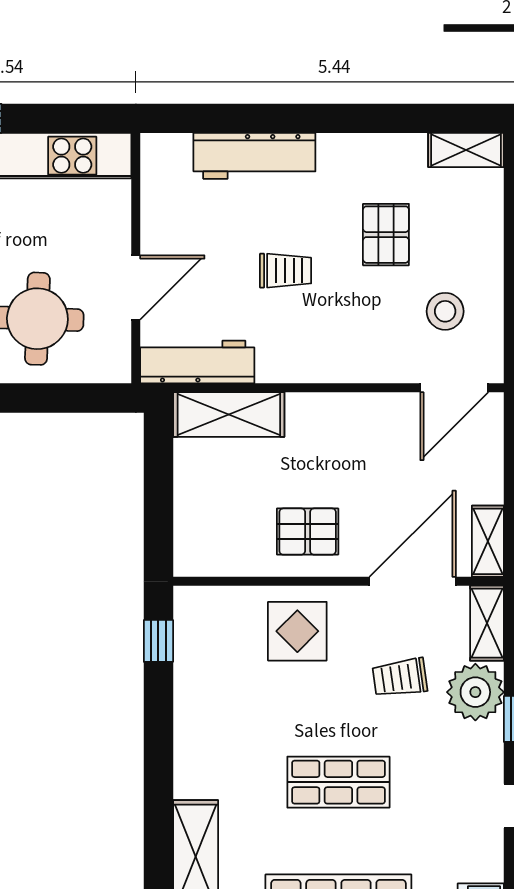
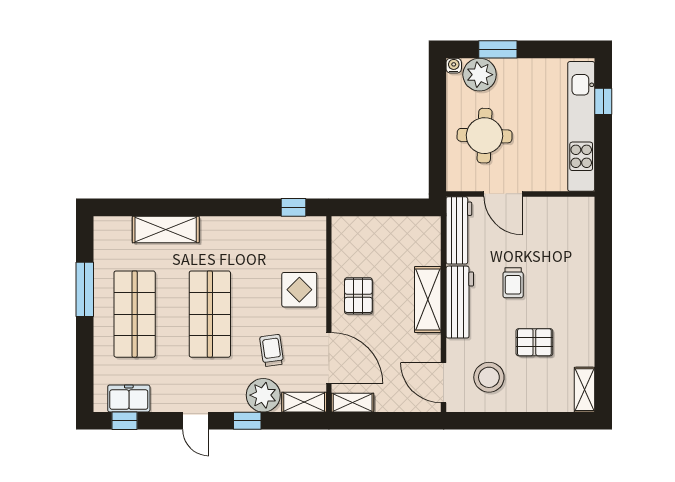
workbench: (254, 156) -> (460, 302), moved, turned 180
stool: (445, 311) -> (489, 377), width x1.38, depth x1.38
shelving: (229, 414) -> (428, 299), moved
shop shelf: (338, 782) -> (210, 314), width x1.43, depth x1.36

